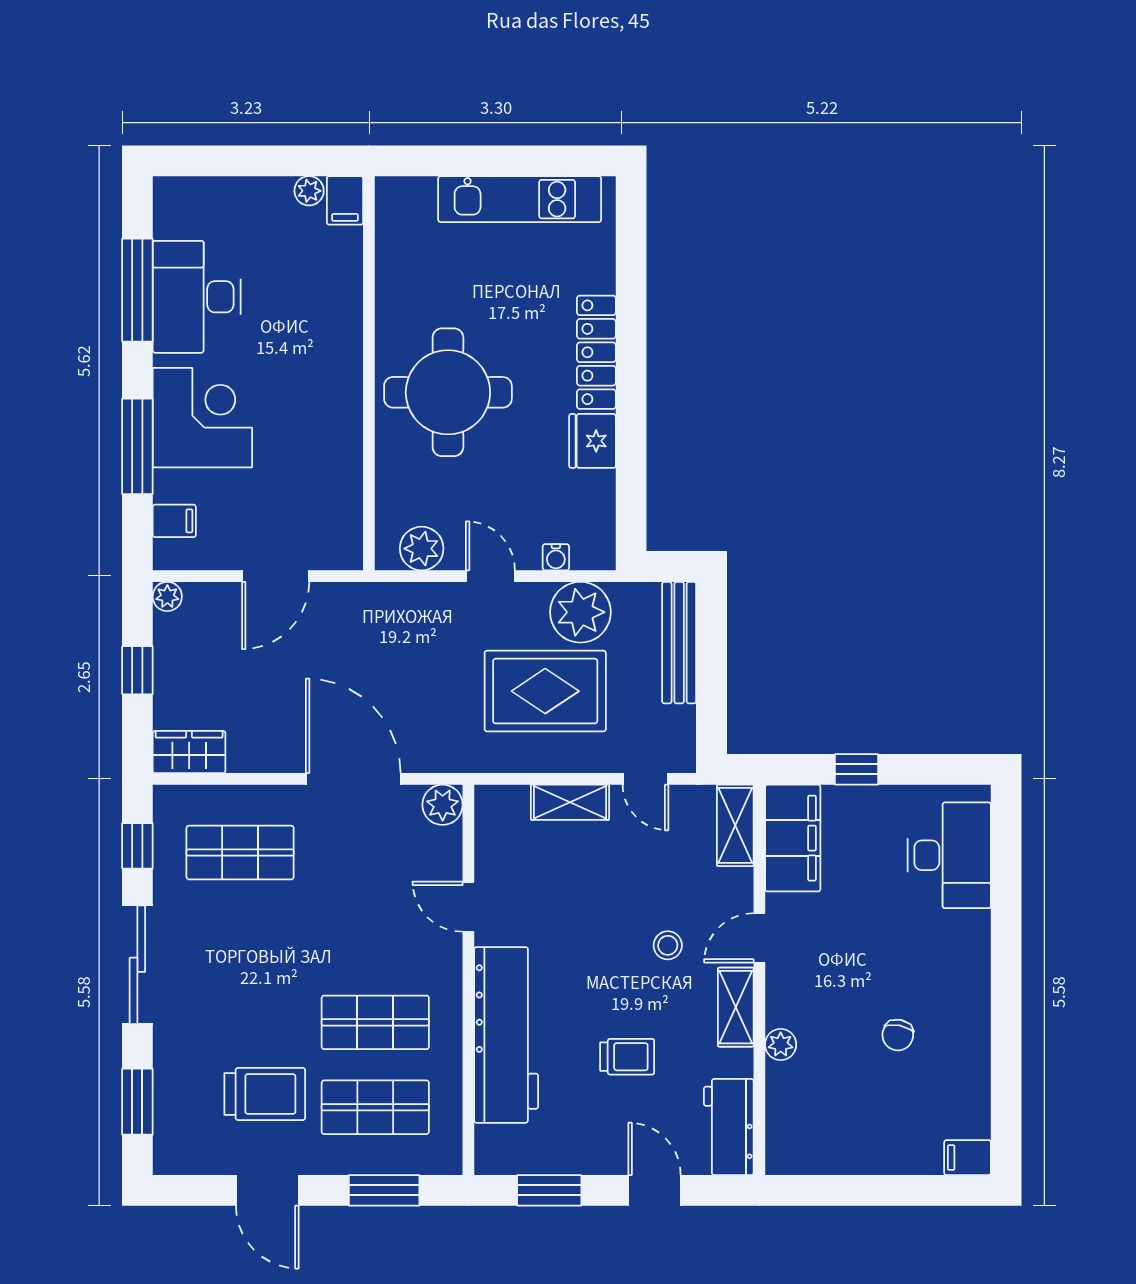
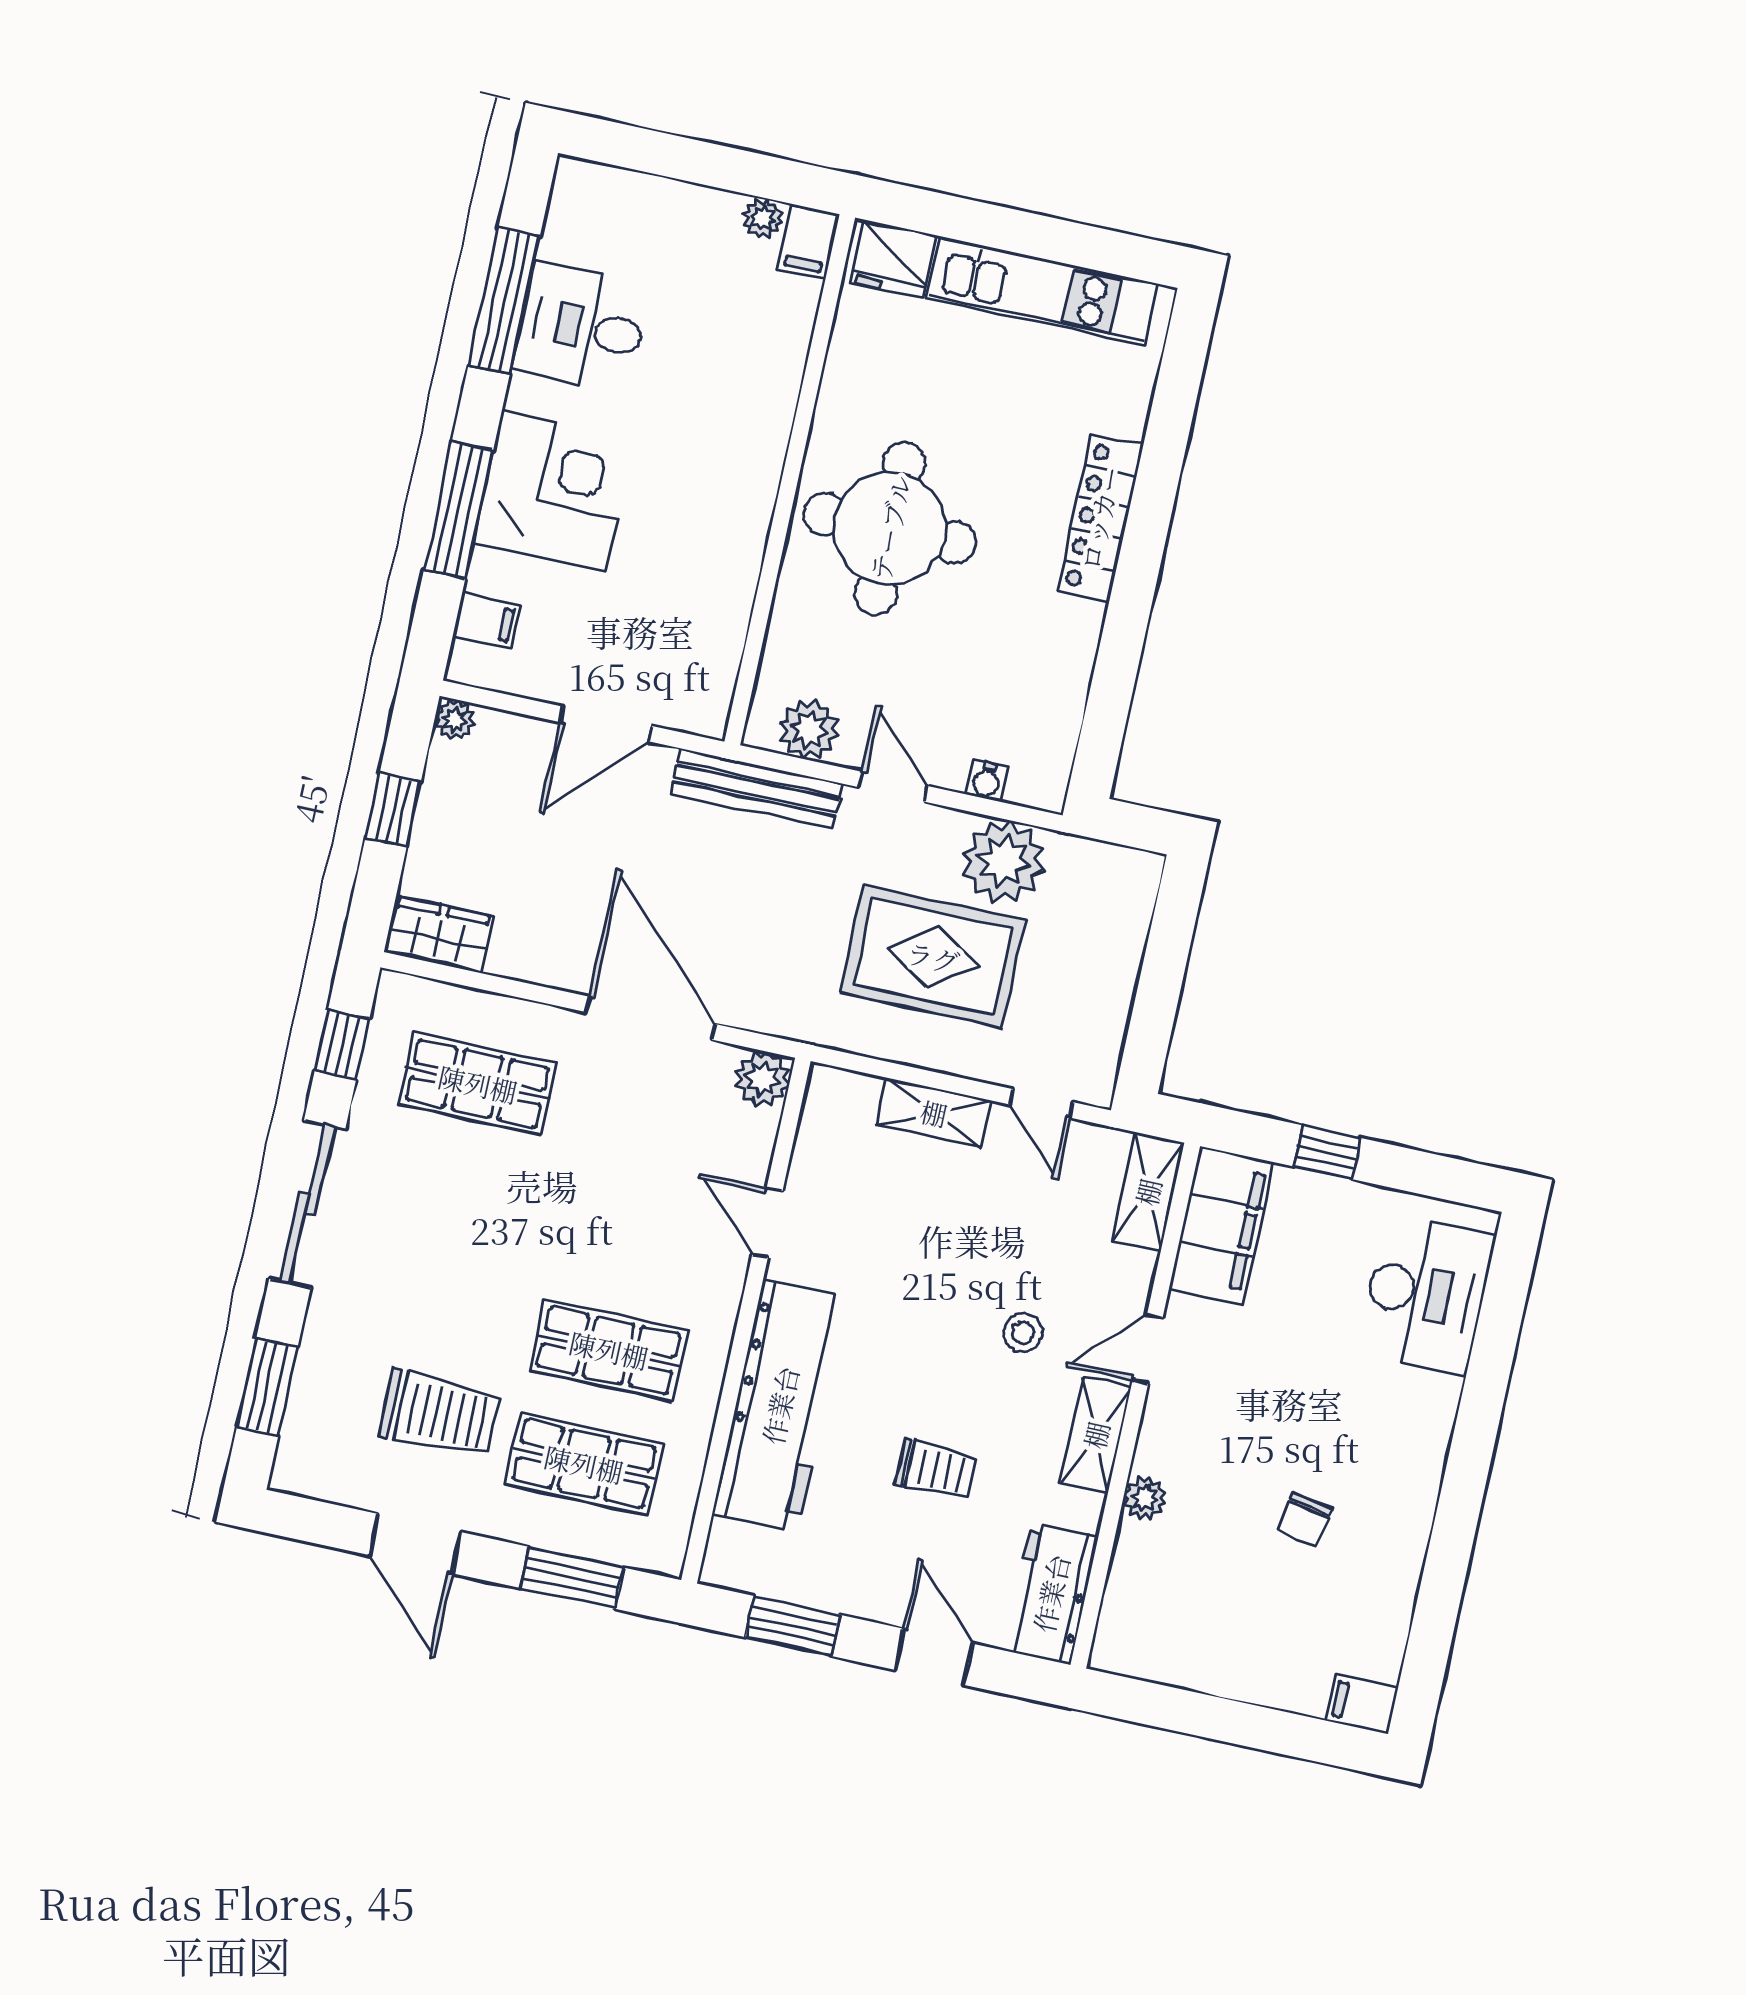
desk: (197, 297) -> (582, 327), width x0.73
fridge: (592, 441) -> (893, 259), moved, turned -90
bench: (679, 643) -> (756, 789), moved, turned 90

